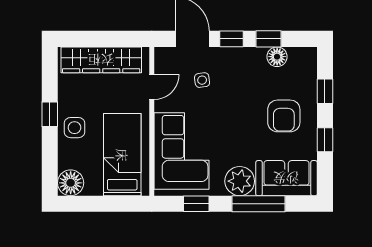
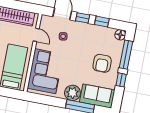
floor lamp: (277, 57) -> (120, 35), moved
door: (152, 87) -> (36, 35), hinge flipped
window: (325, 91) -> (126, 55), width x2.17
window: (196, 204) -> (47, 100), removed

